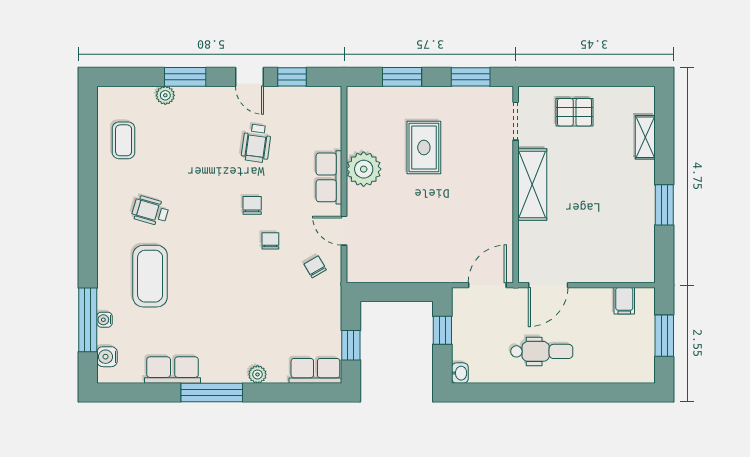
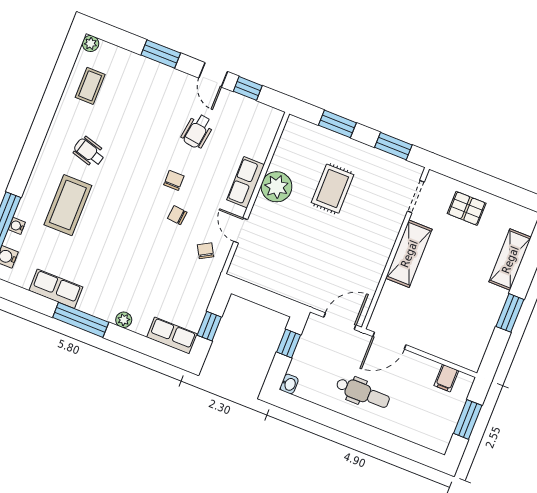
plant: (165, 95) -> (91, 44), moved
shelving: (645, 137) -> (510, 260), width x1.50, depth x1.33
chair: (270, 241) -> (177, 215), turned -84

